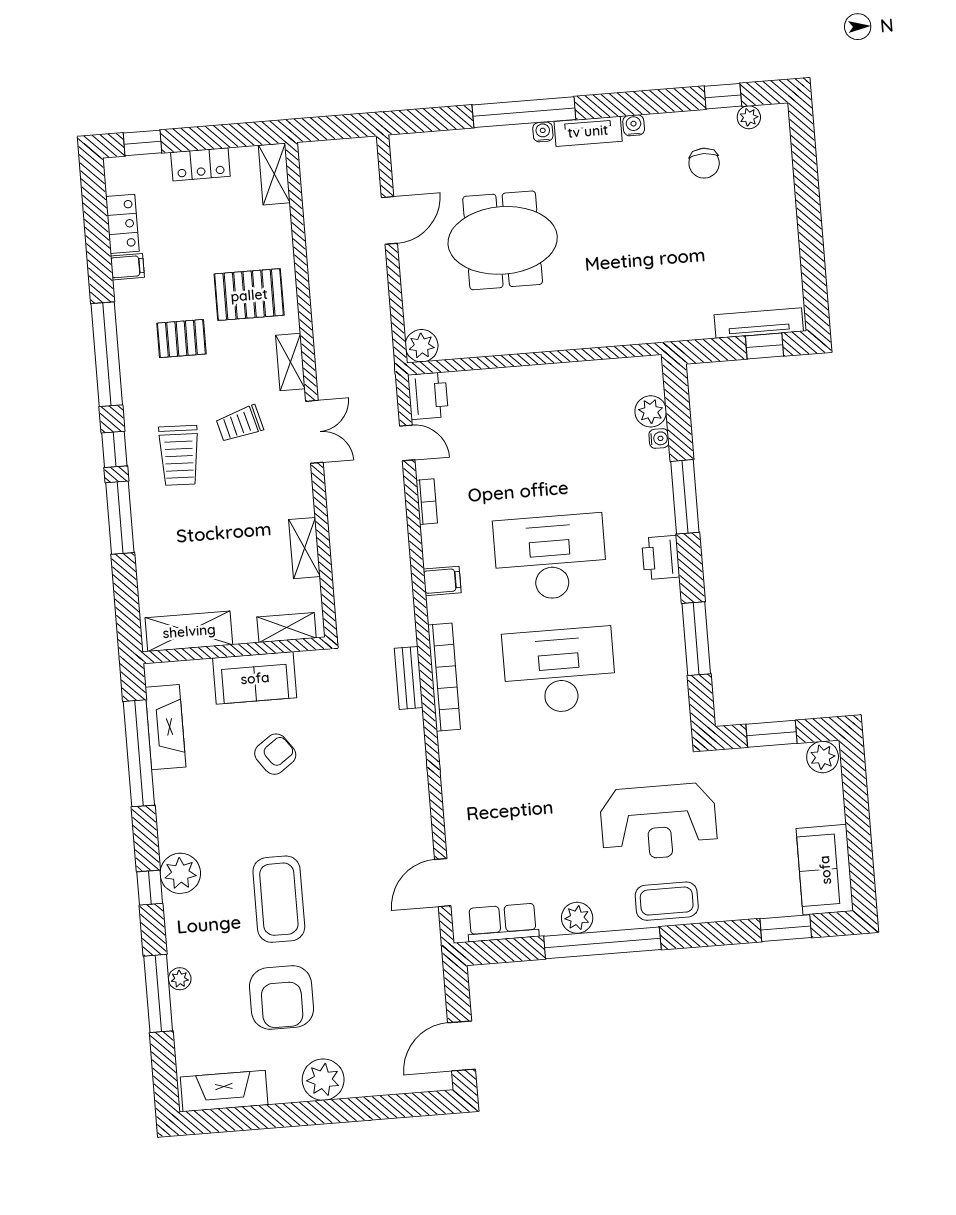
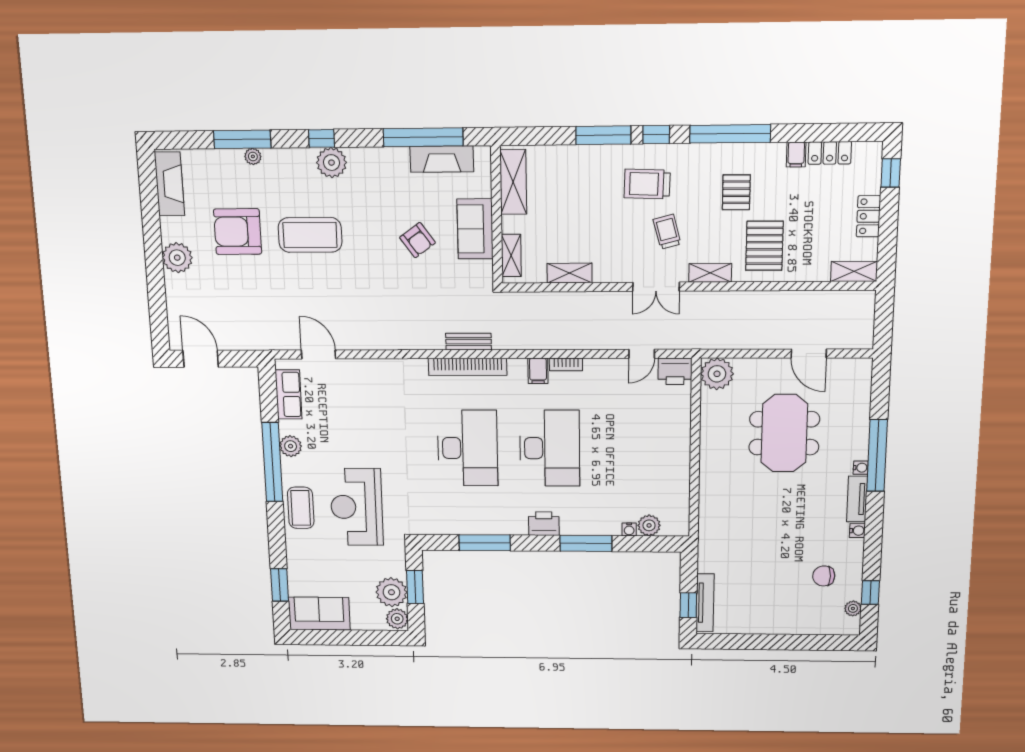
plant: (422, 346) -> (717, 374), width x1.36, depth x1.36
bookcase: (427, 502) -> (566, 364), moved
plant: (783, 767) -> (391, 592), added

